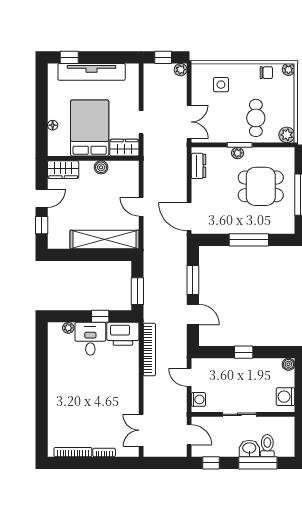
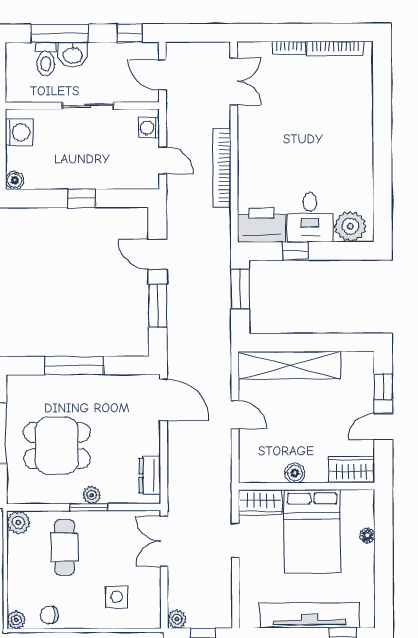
plant: (68, 328) -> (350, 226), width x1.87, depth x1.87
bookcase: (149, 349) -> (222, 168), moved

